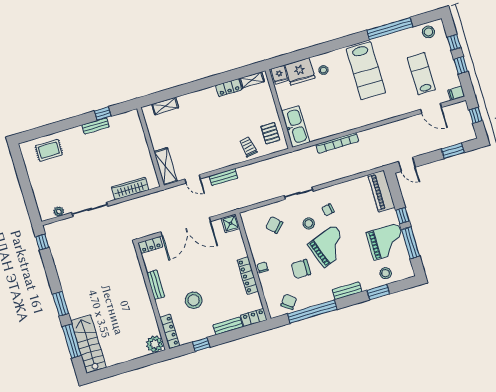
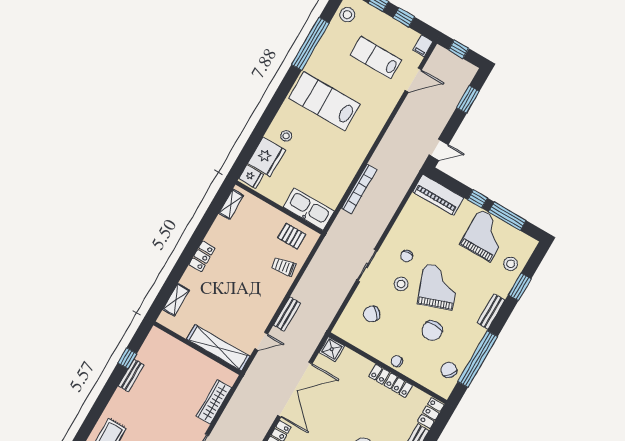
lab bench: (366, 71) -> (324, 101), turned 180
locker: (229, 88) -> (202, 256), moved
shelving: (166, 166) -> (218, 348), width x1.47

